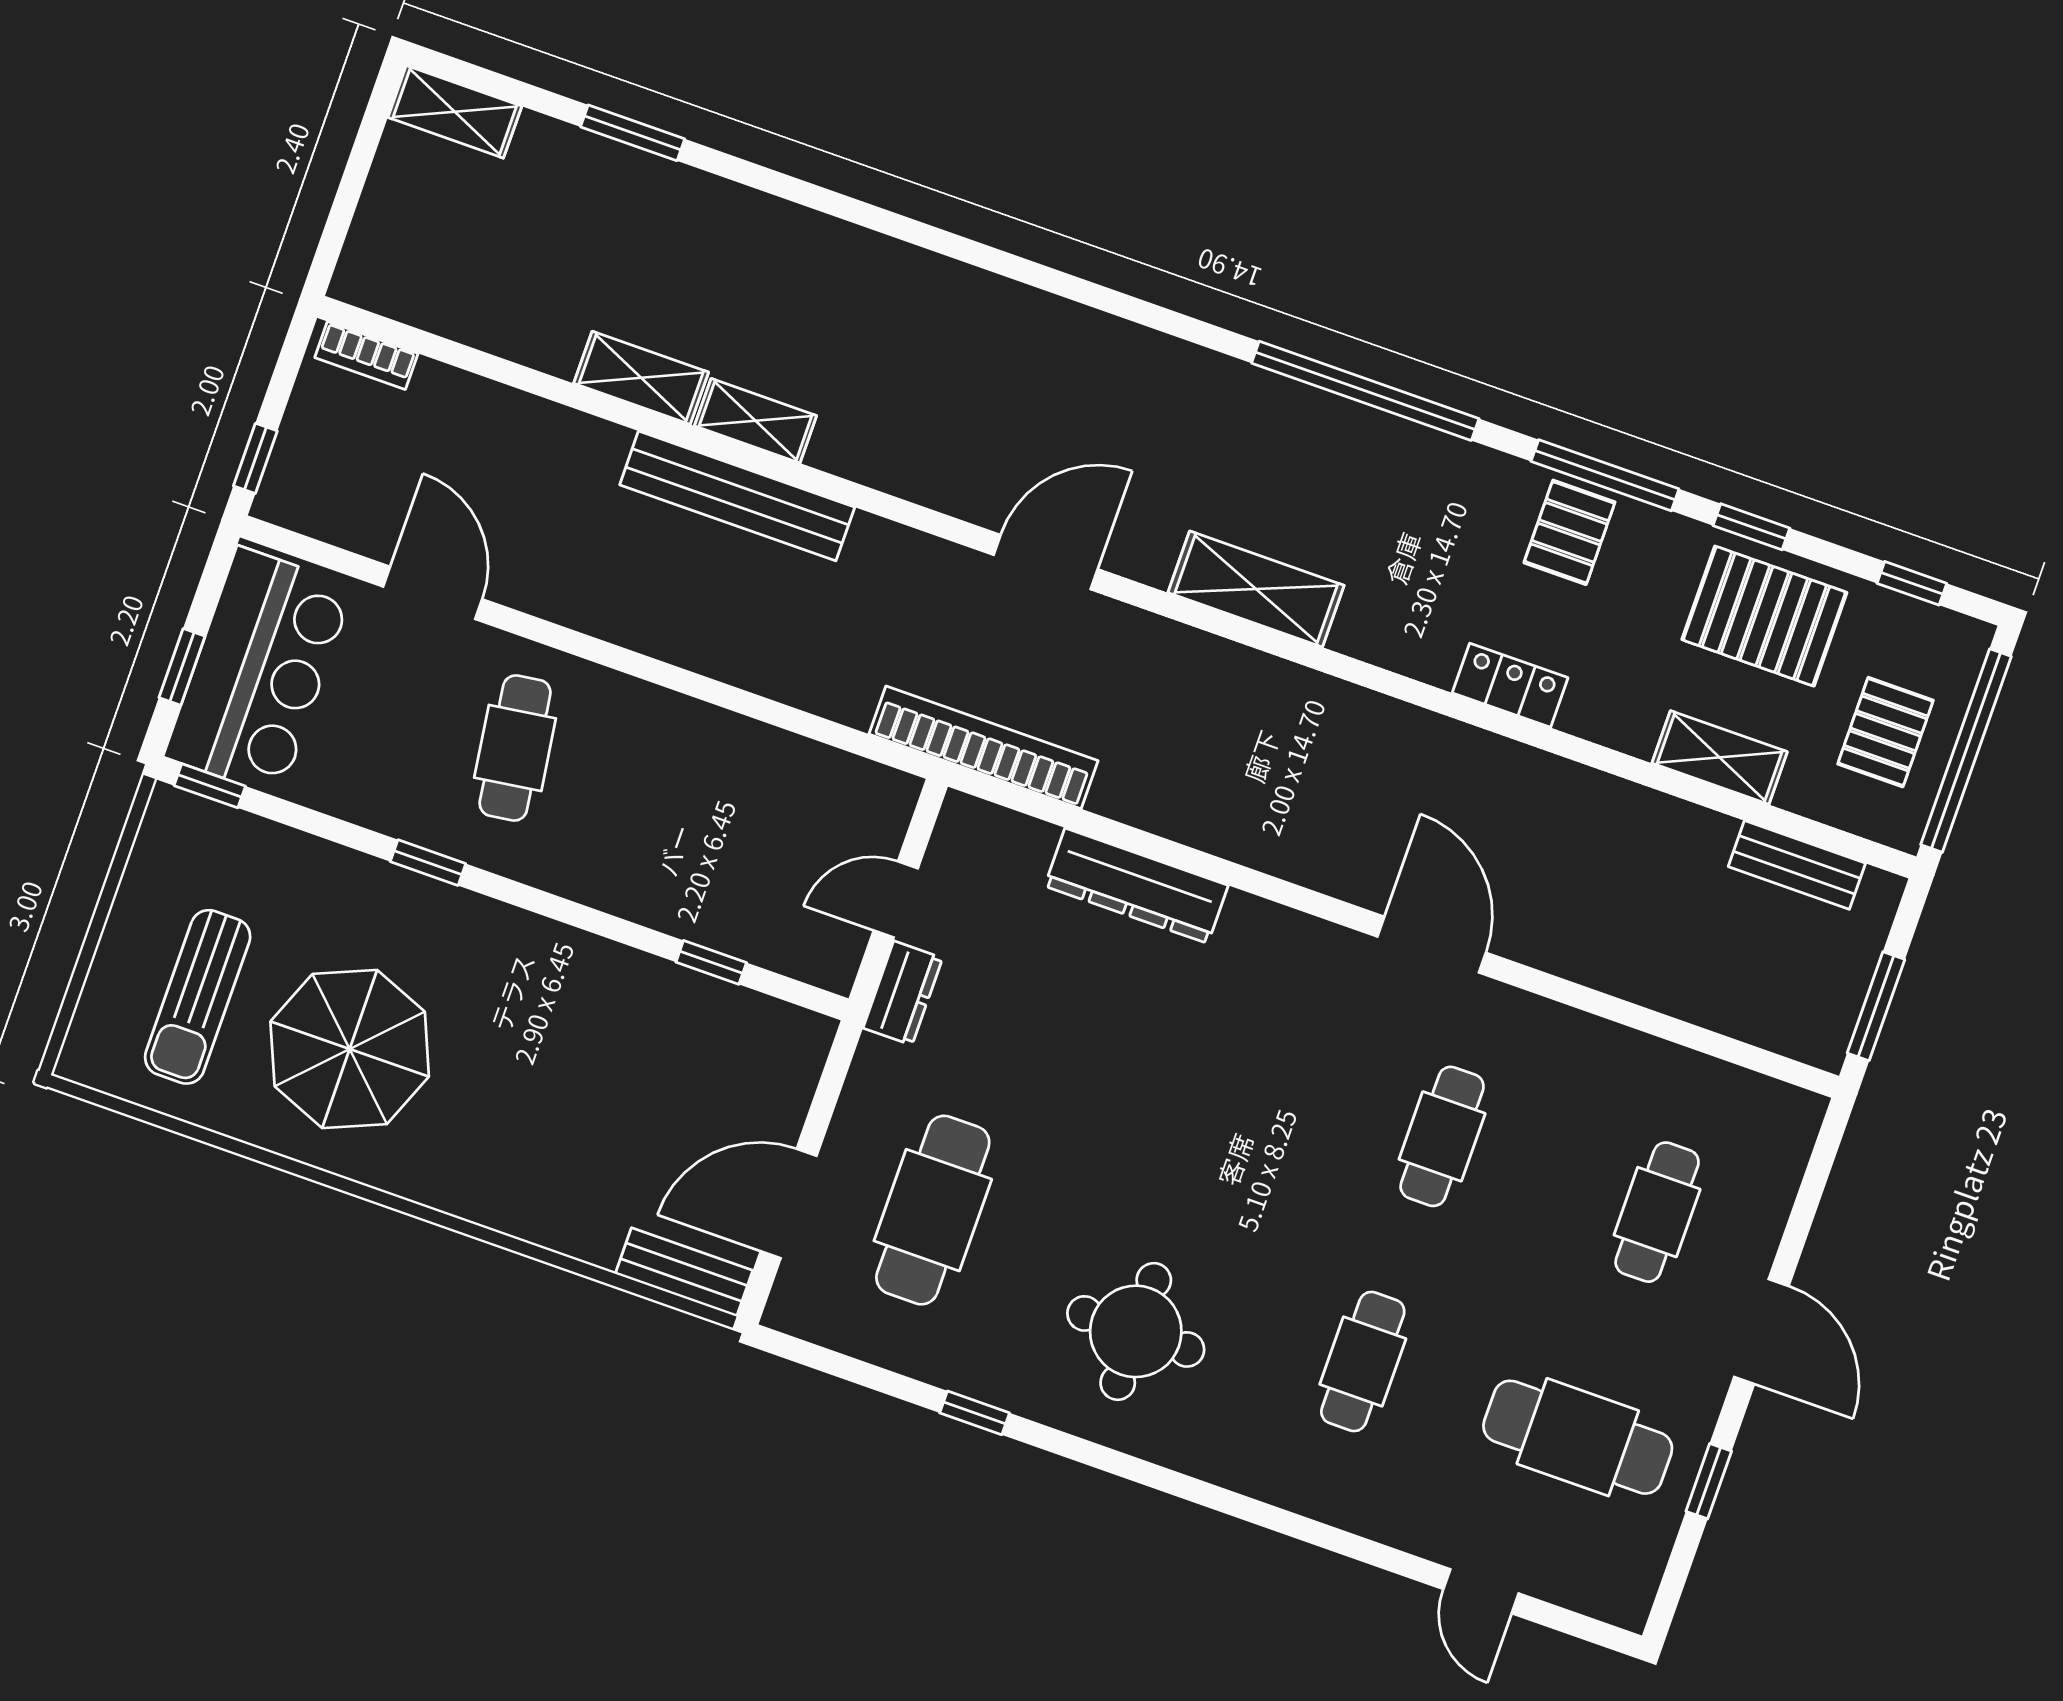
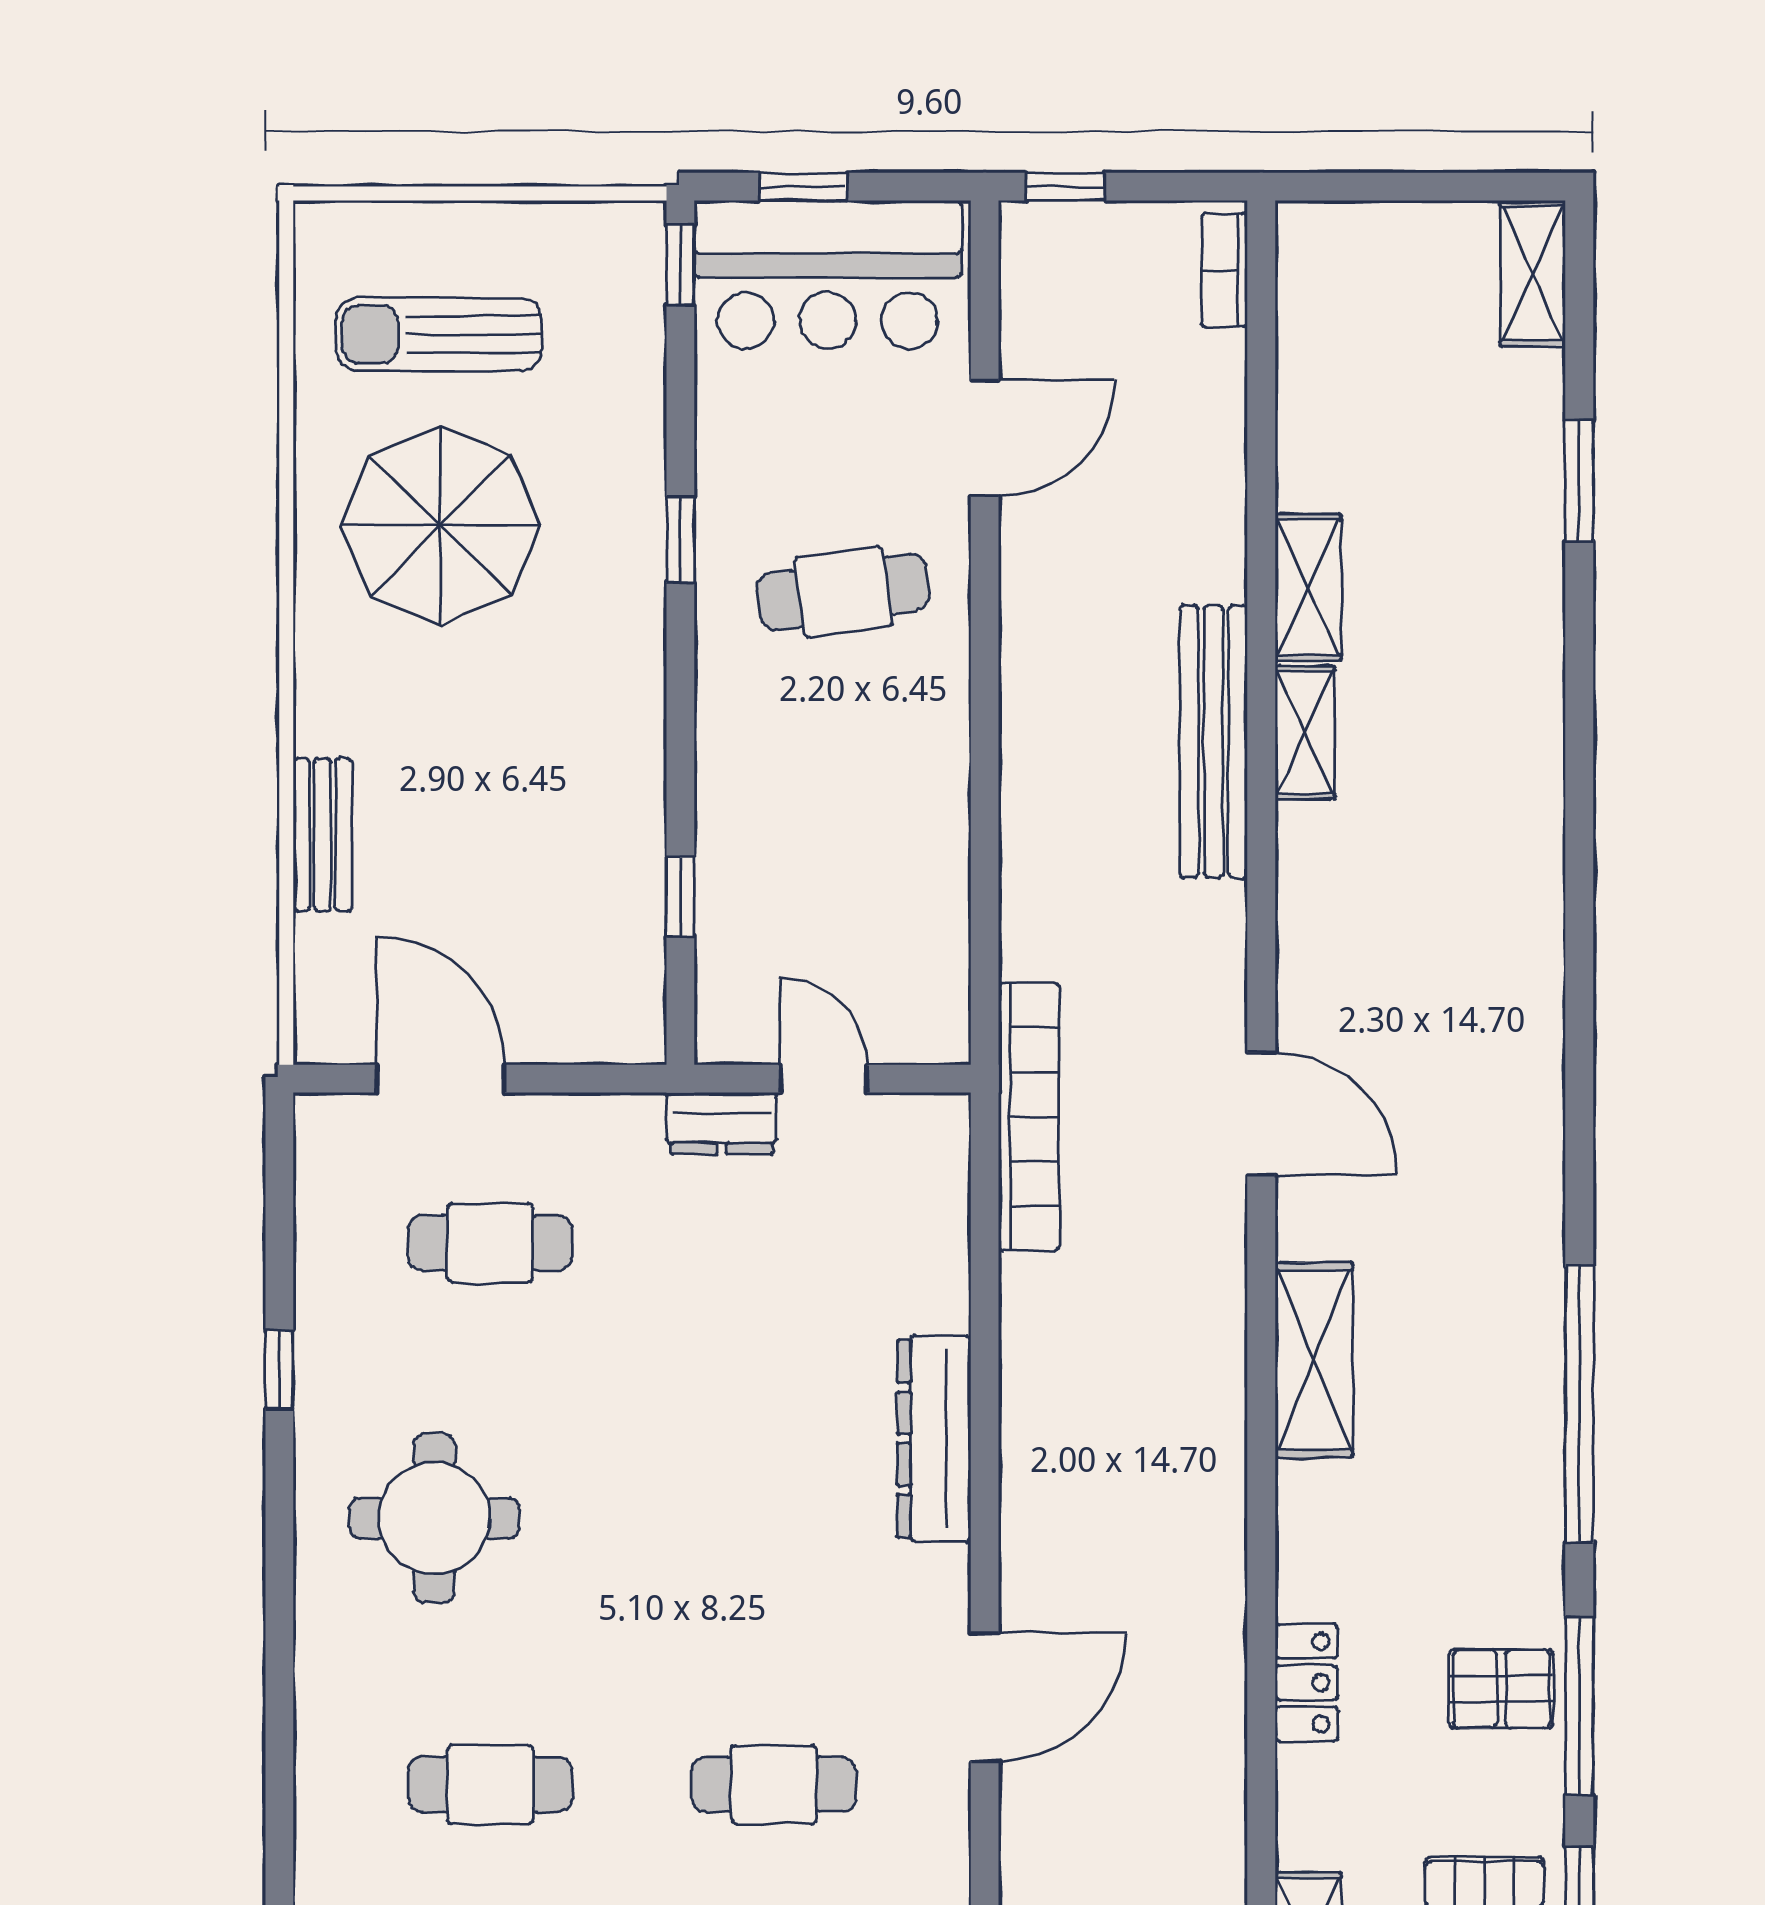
dresser: (1136, 886) -> (934, 1439), moved
cafe table: (933, 1210) -> (490, 1243), width x0.73, depth x0.74
bench: (684, 1272) -> (322, 835), moved

